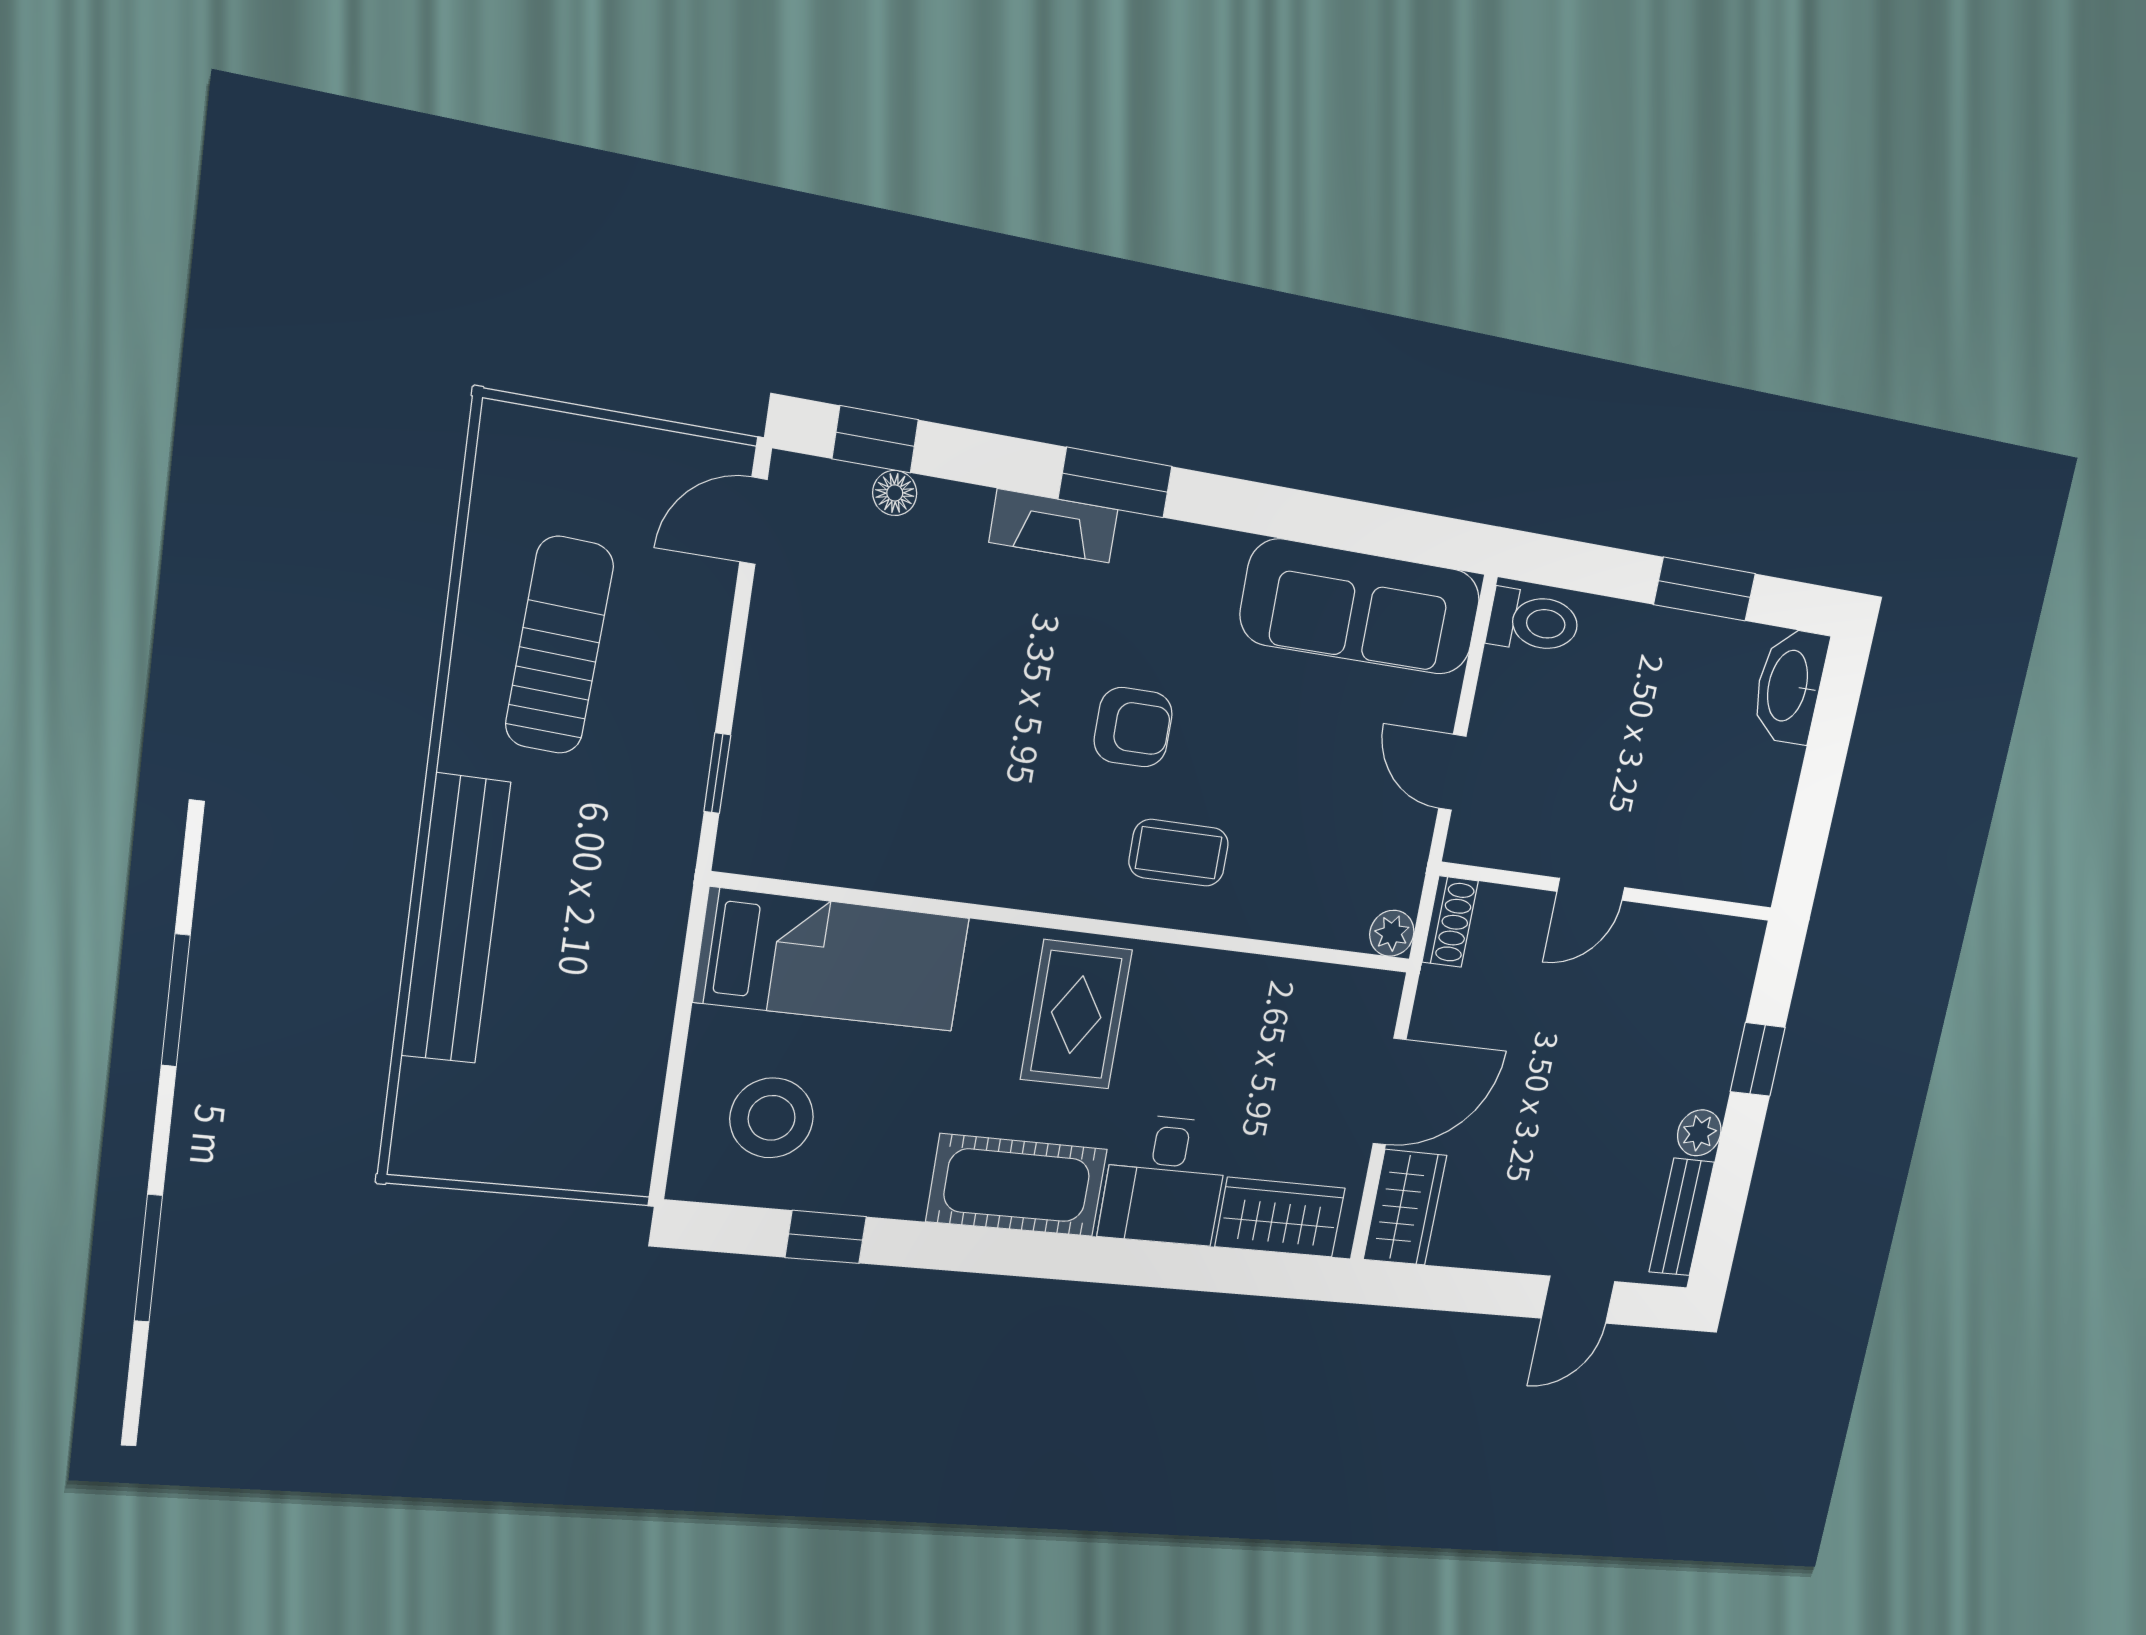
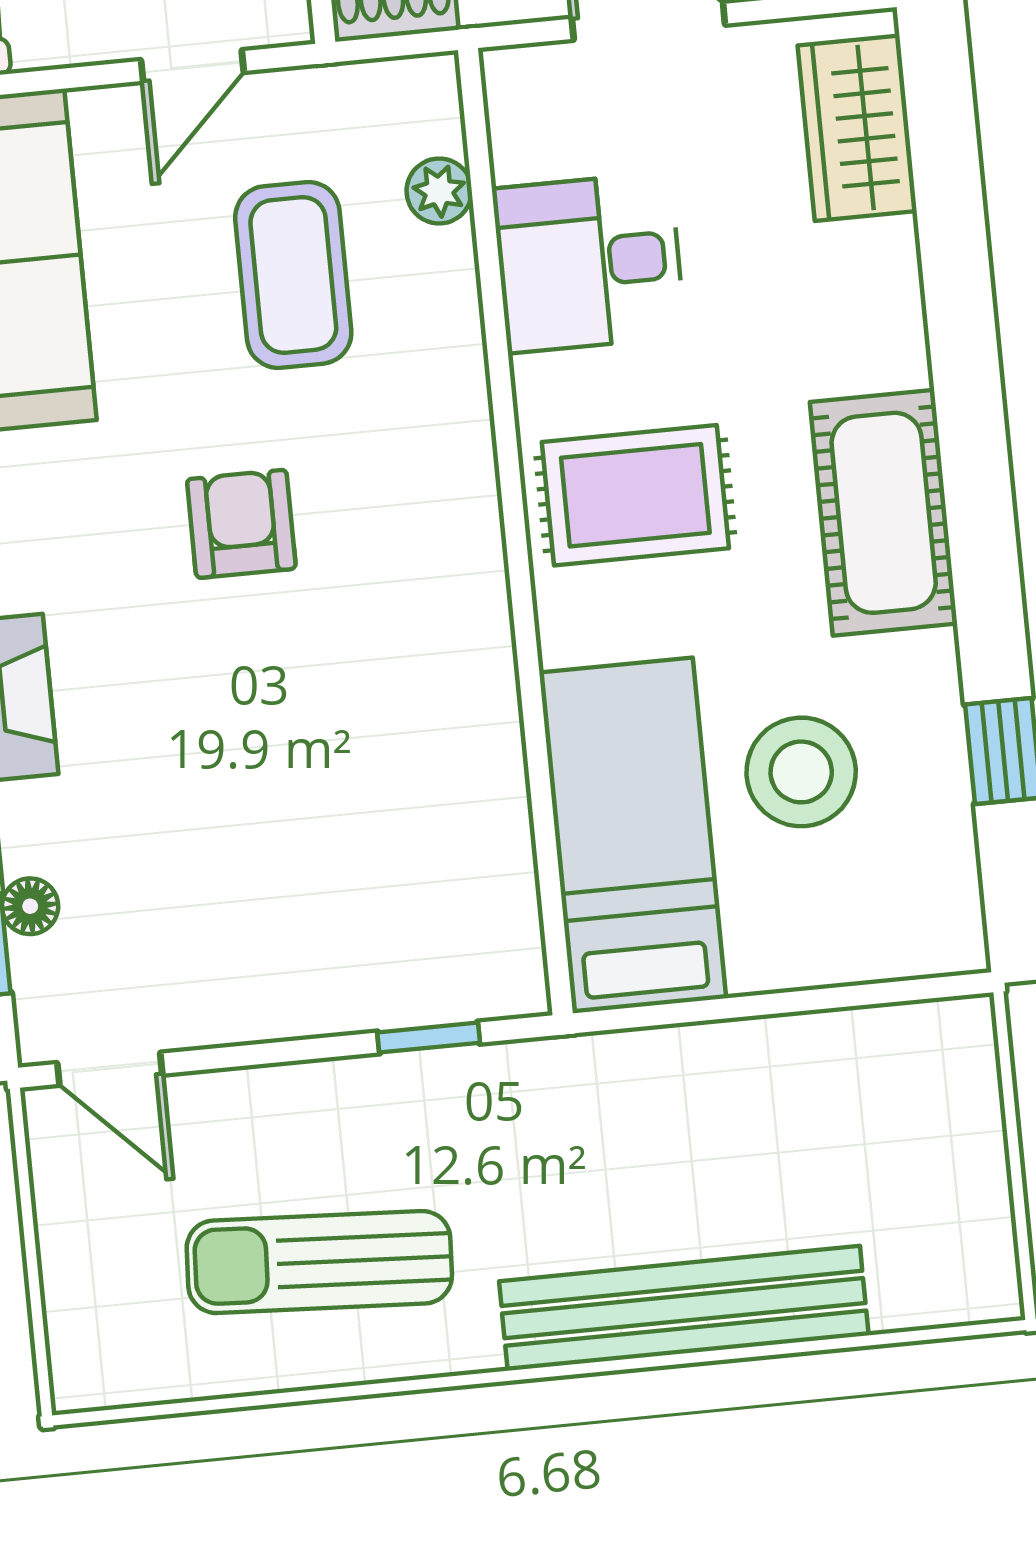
coffee table: (1179, 853) -> (293, 275), moved, width x1.36, depth x1.30
plant: (1392, 933) -> (439, 191), moved
stool: (772, 1118) -> (801, 772), moved
desk: (1165, 1180) -> (589, 263), moved, turned 180

